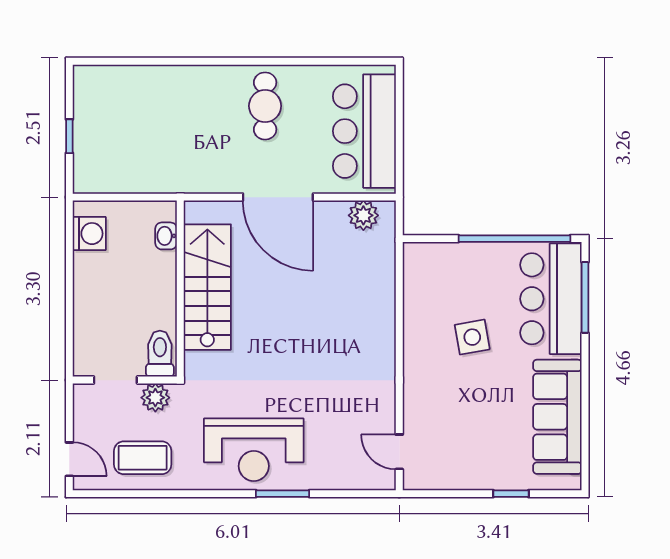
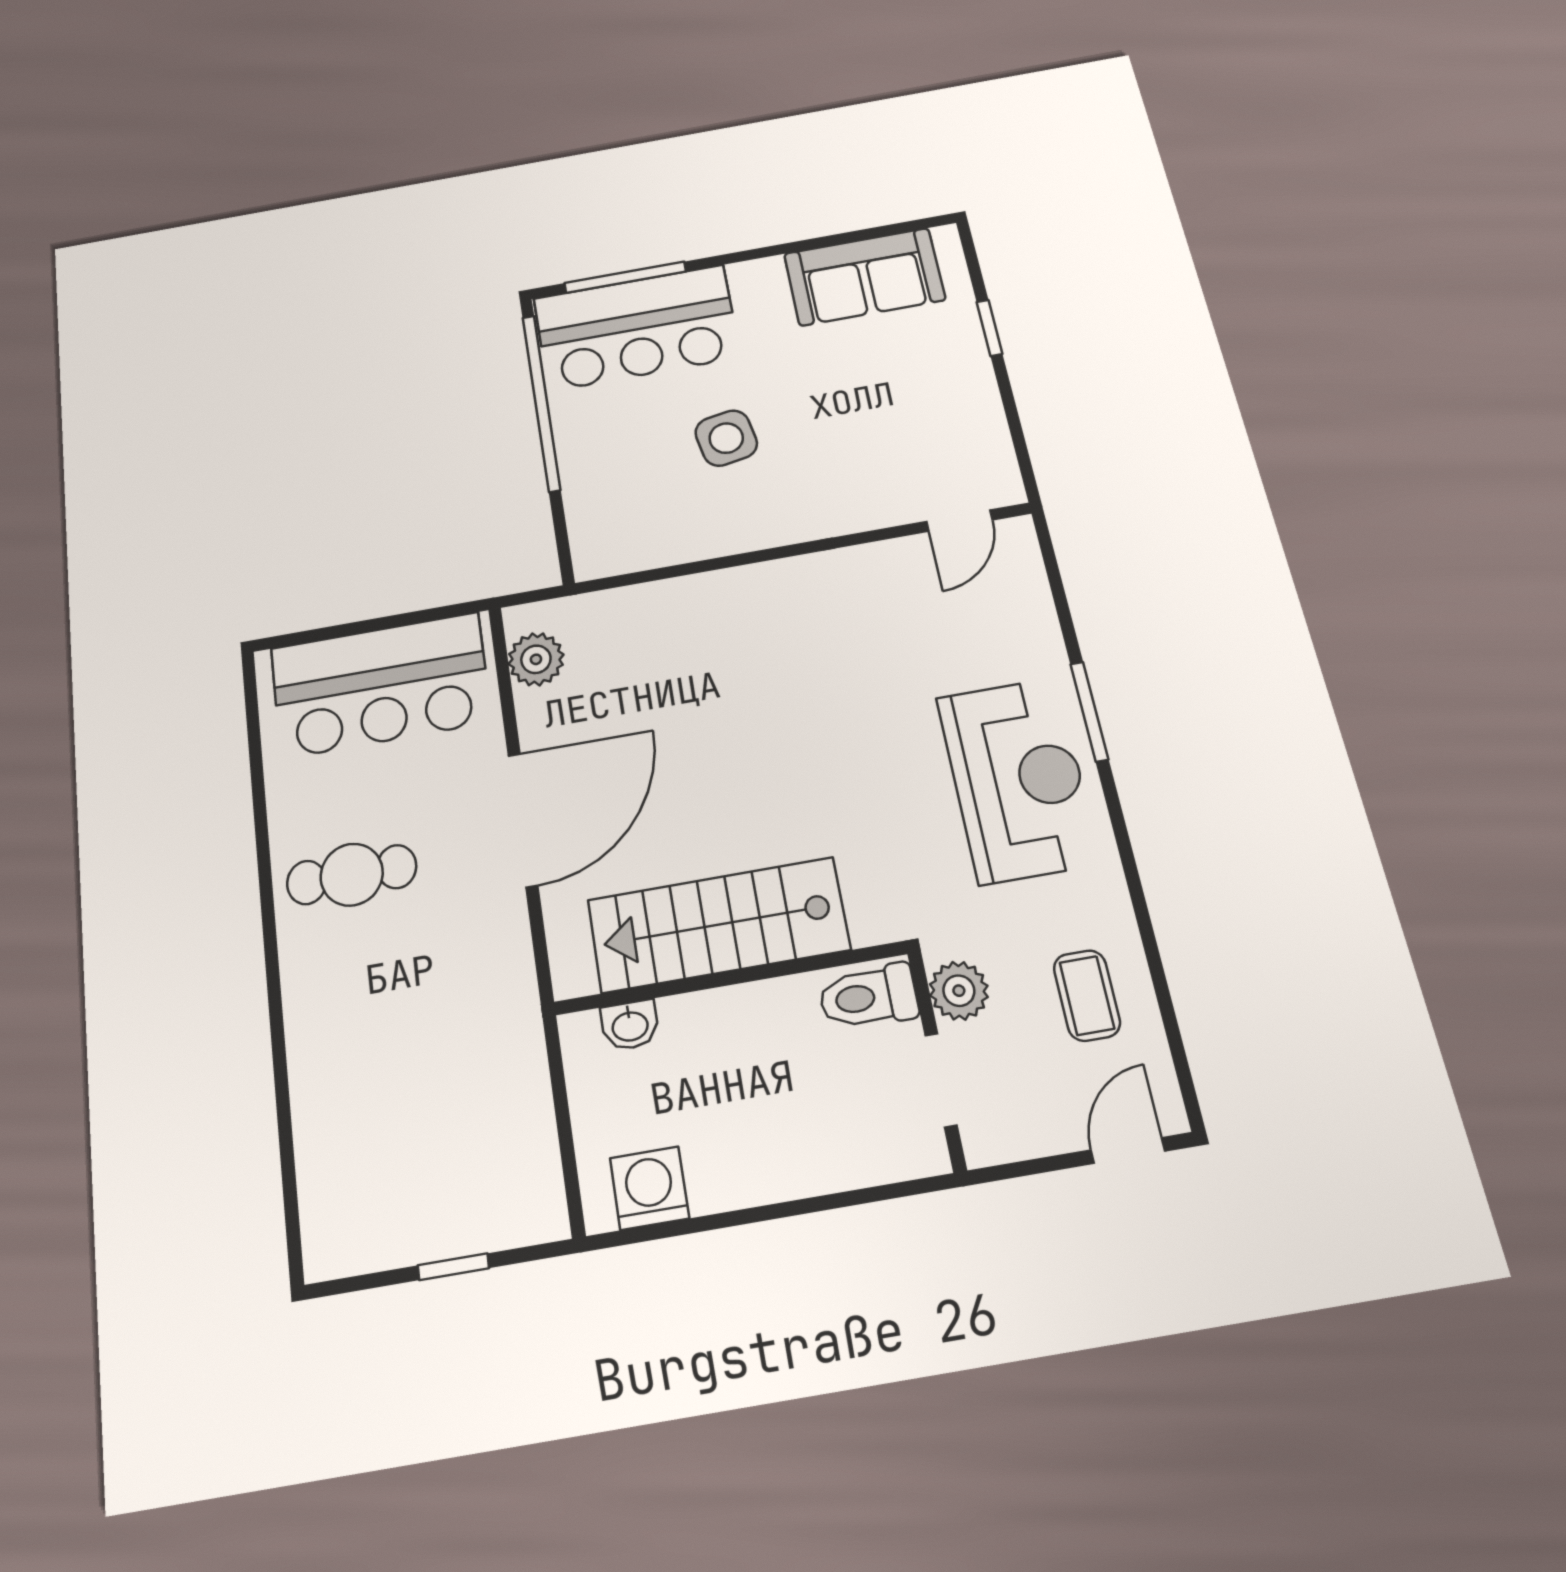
sofa: (557, 417) -> (864, 277), width x0.73
coffee table: (143, 458) -> (1087, 995), width x0.73, depth x0.77

